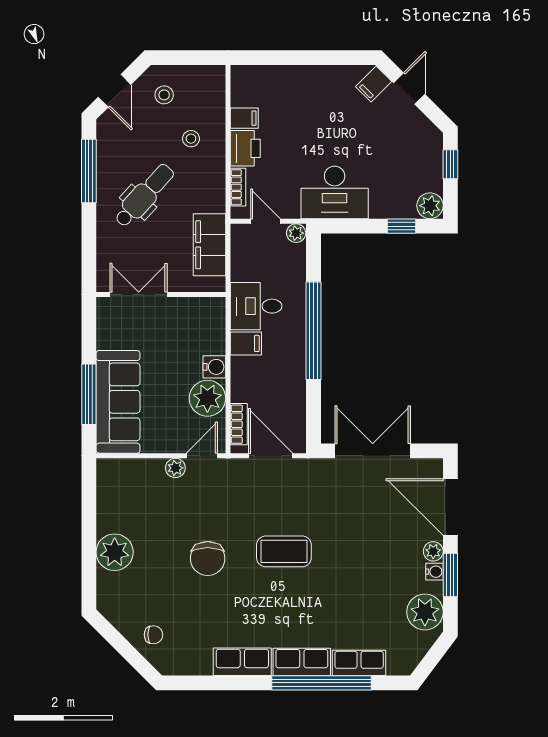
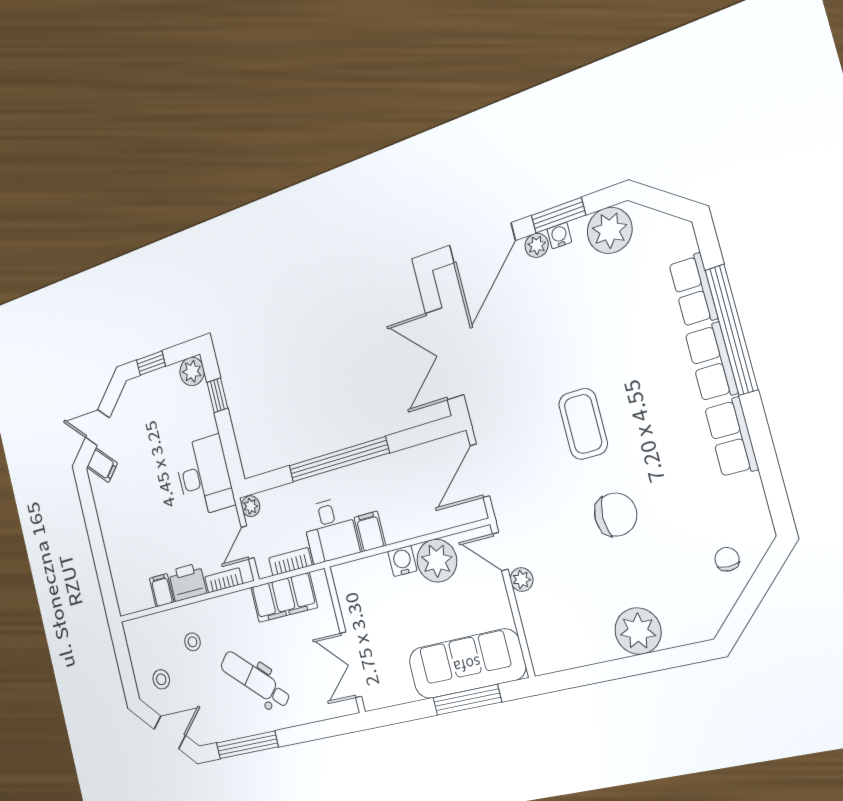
bookcase: (239, 424) -> (290, 562), moved

